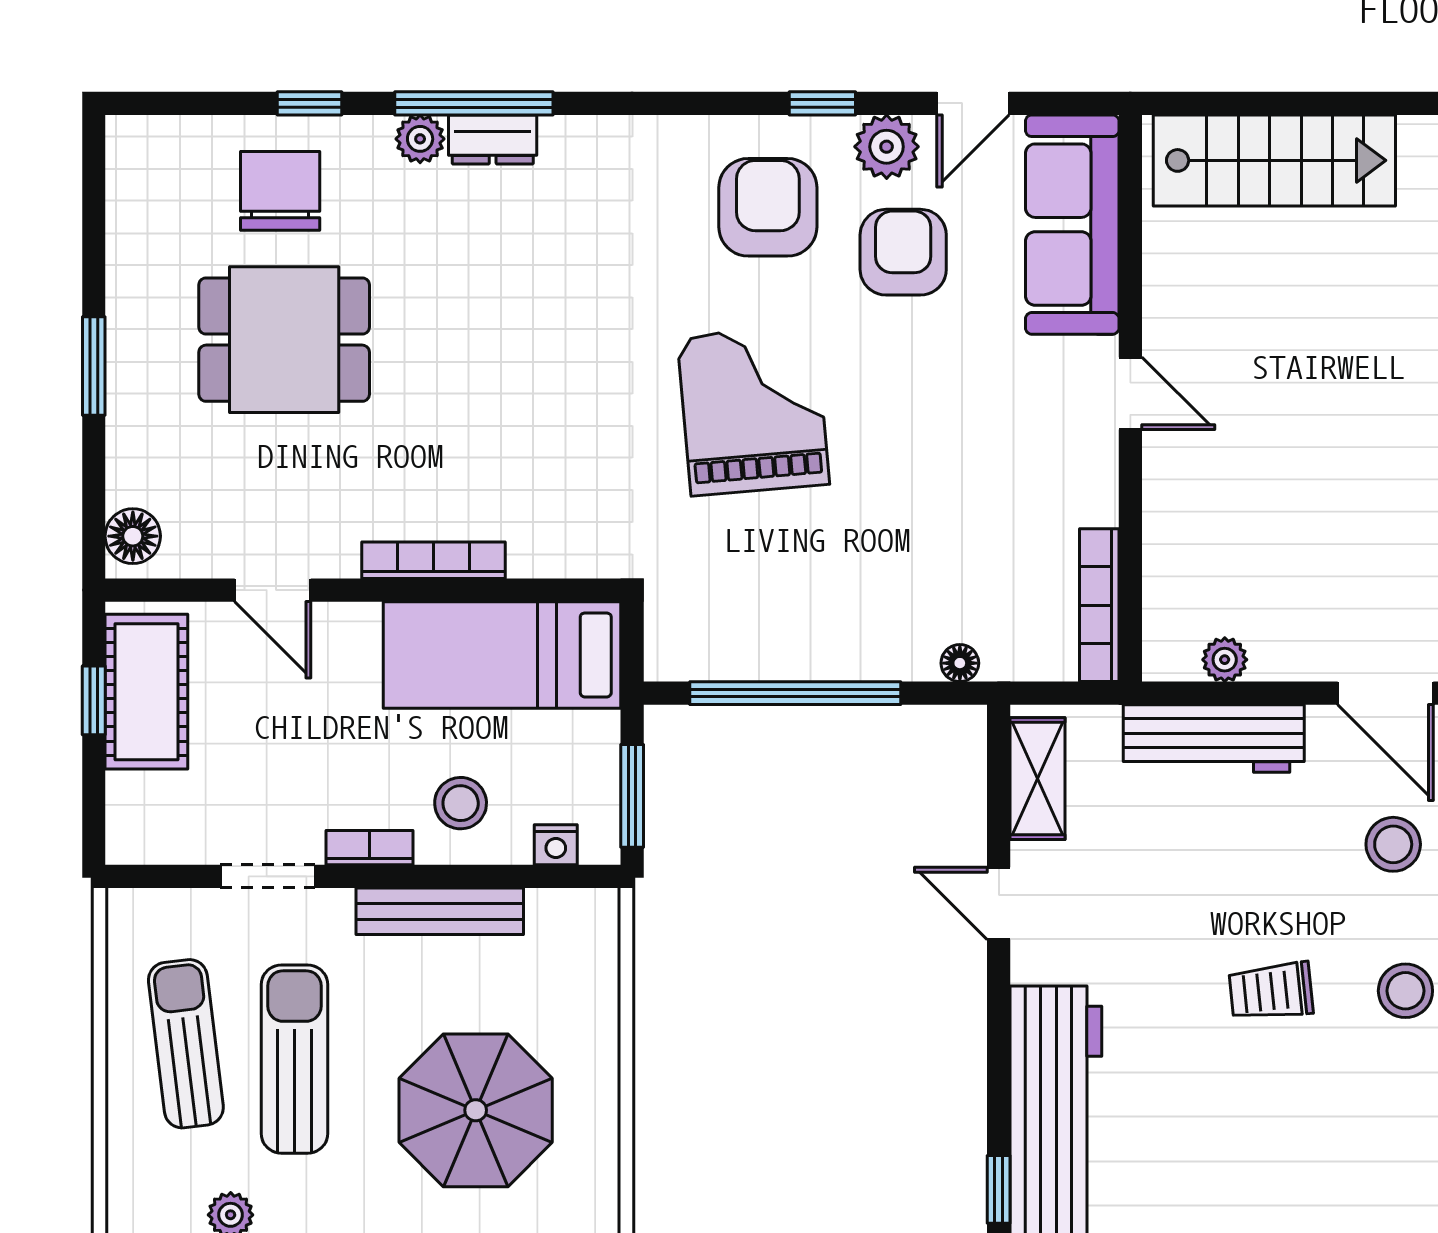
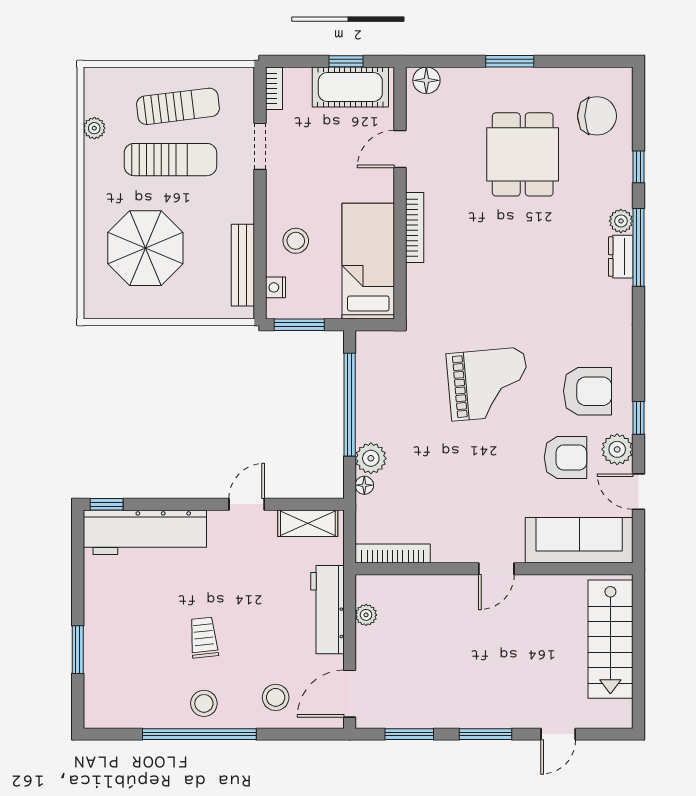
chair: (280, 191) -> (597, 116), moved
plant: (905, 650) -> (371, 458), added
bookcase: (369, 848) -> (274, 88), moved
bench: (440, 911) -> (243, 265), moved

